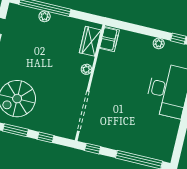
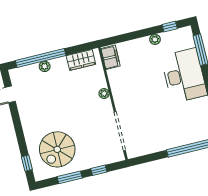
wardrobe: (90, 41) -> (81, 60), moved, turned -90
window: (93, 149) -> (144, 159), removed

